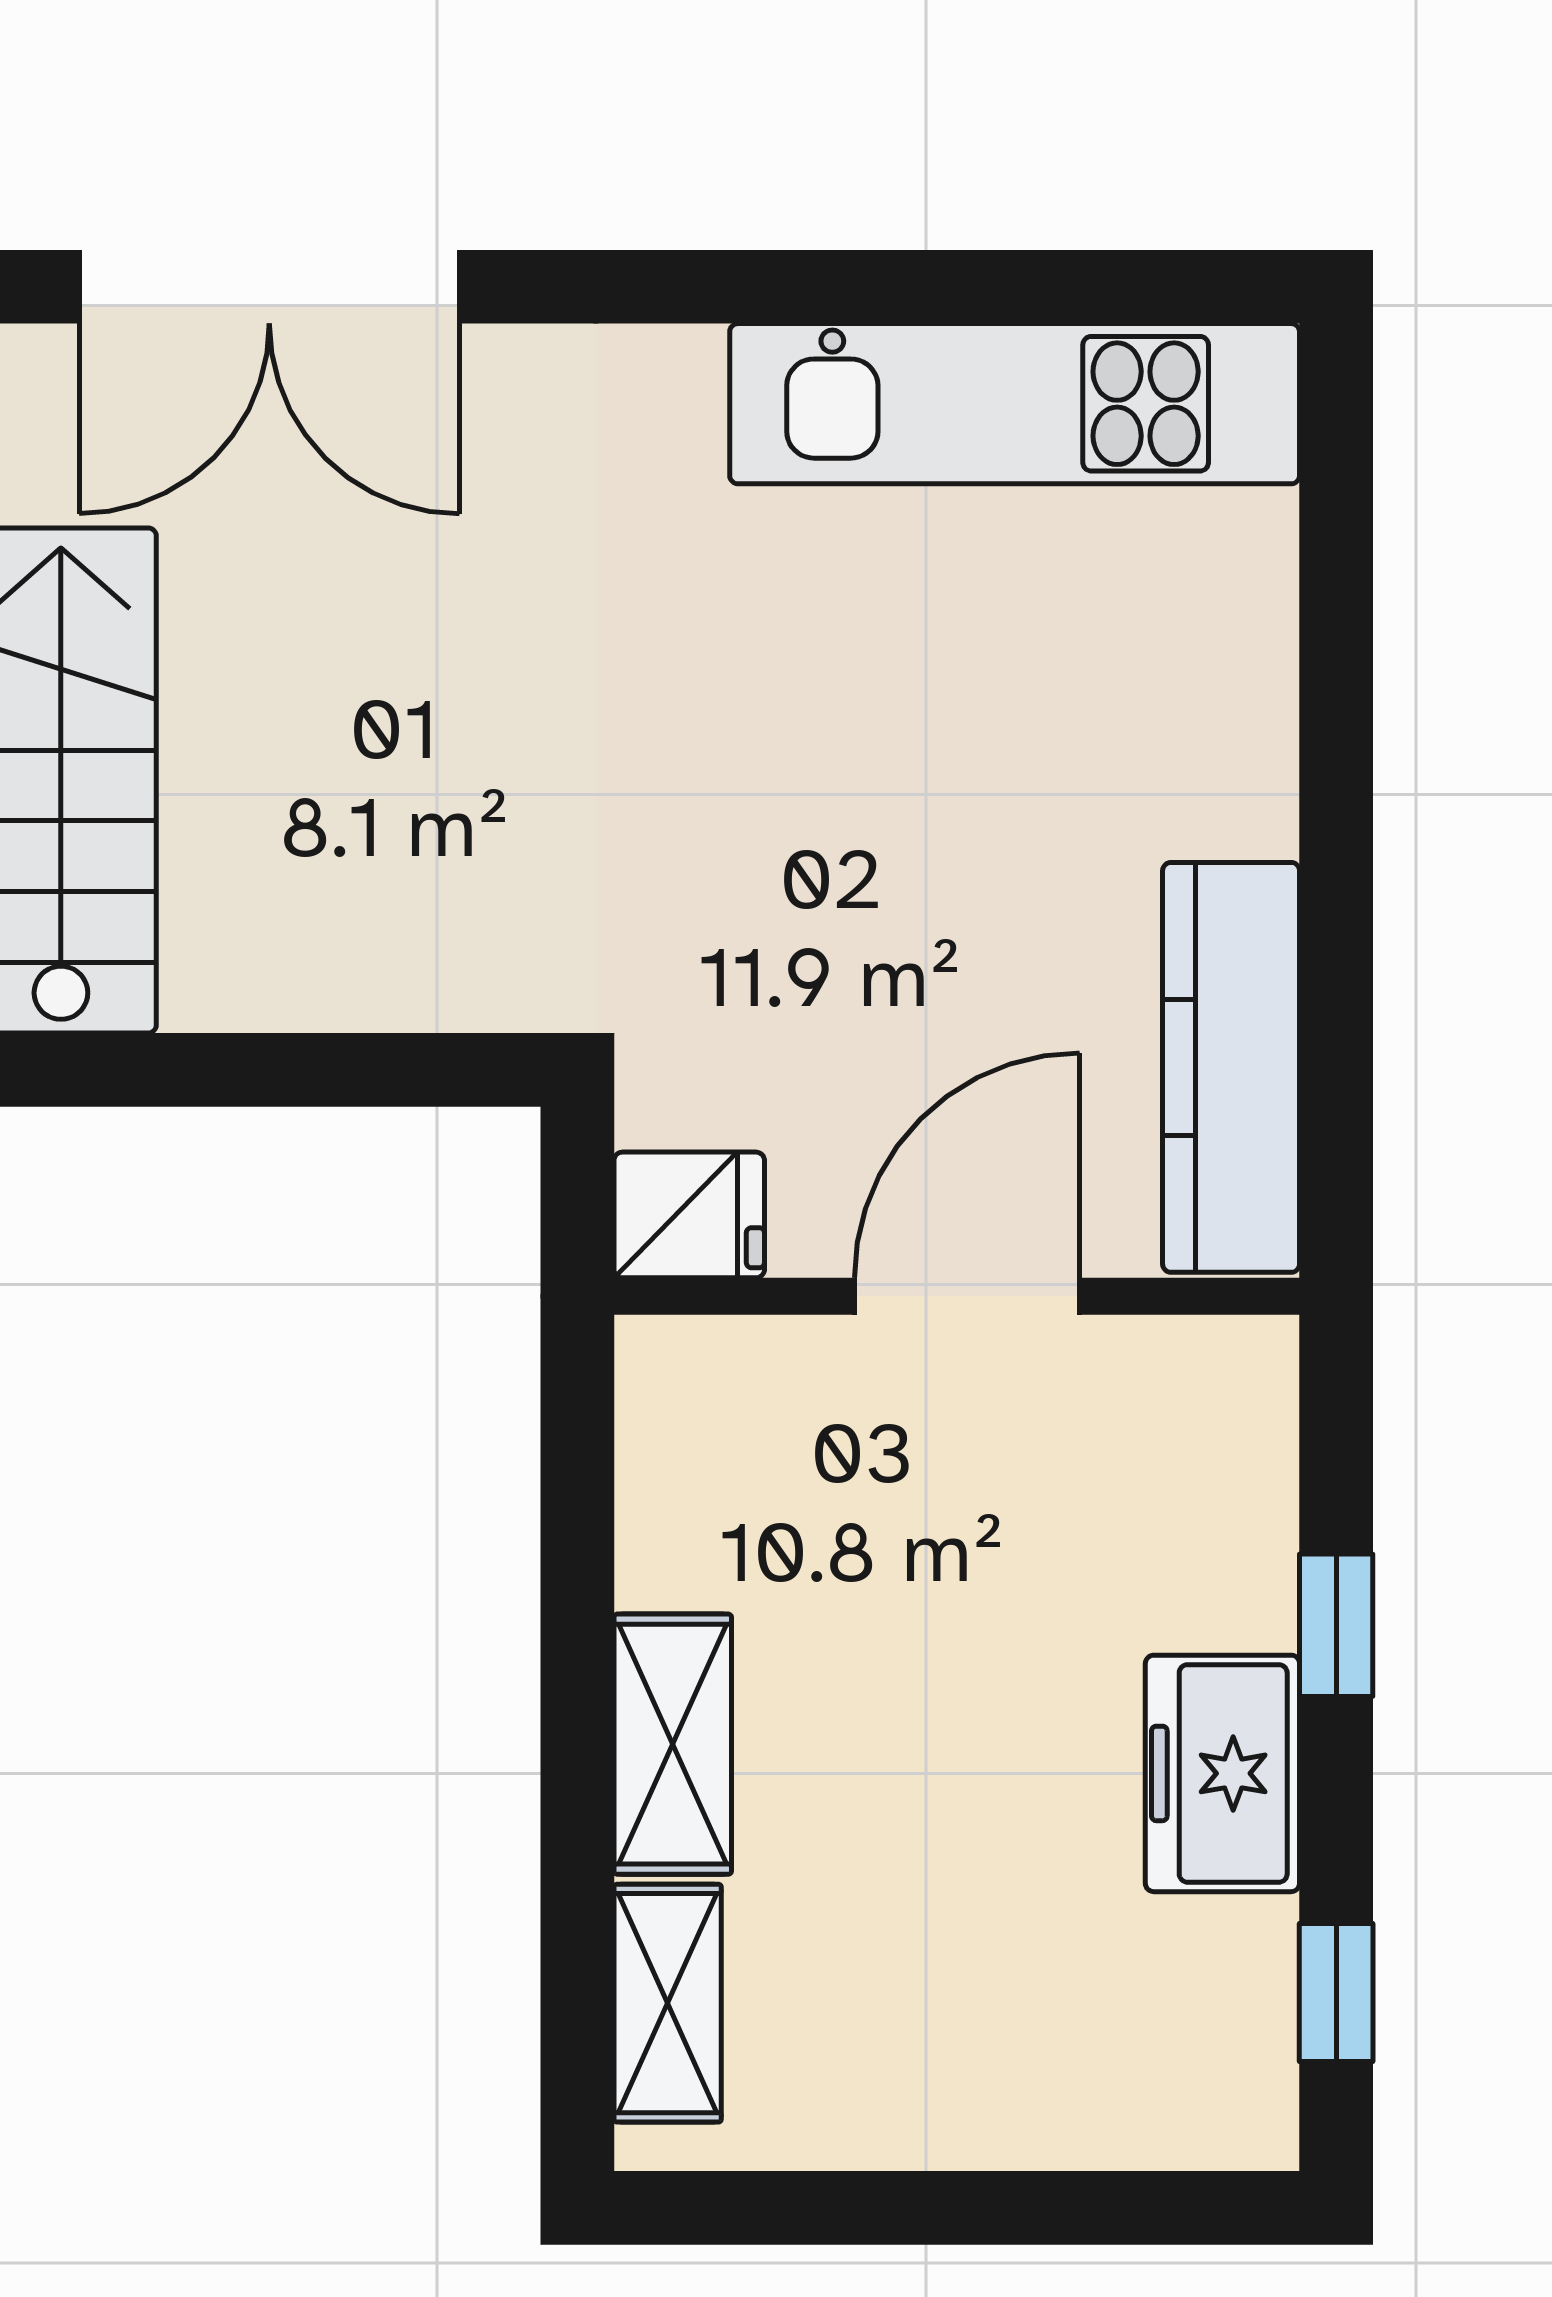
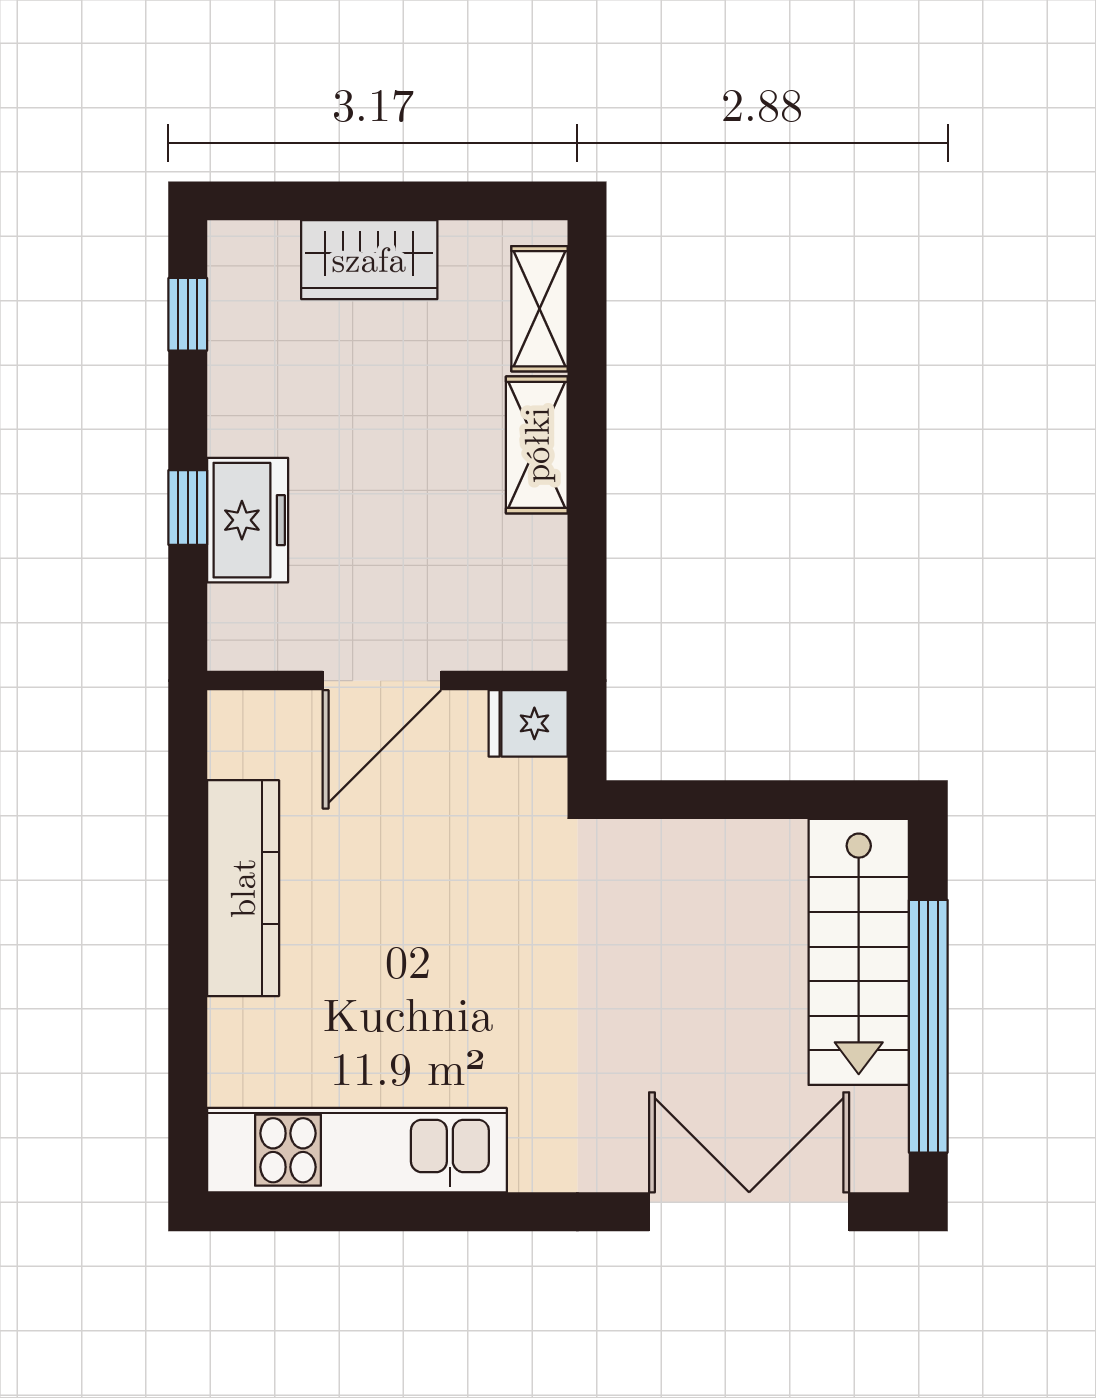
kitchen counter: (1231, 1067) -> (243, 888), moved
freezer: (1222, 1773) -> (248, 520), moved
wardrobe: (991, 2096) -> (369, 260), added

